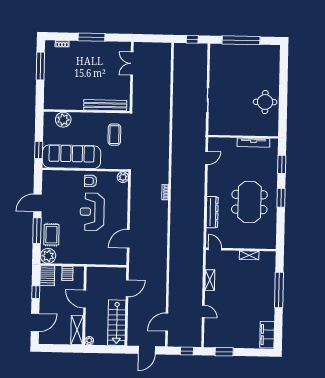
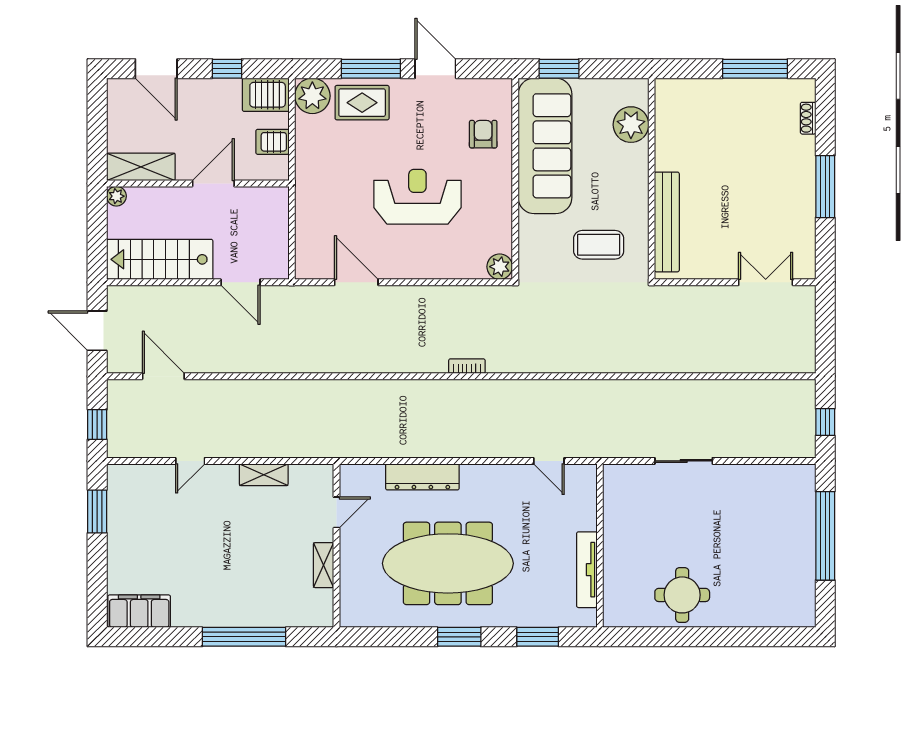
armchair: (91, 181) -> (483, 134), moved
meeting table: (249, 202) -> (448, 563), width x1.36
door: (215, 249) -> (337, 512), moved

